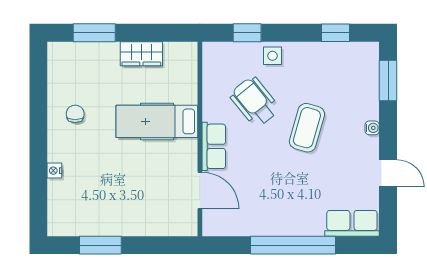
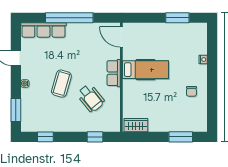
wardrobe: (141, 54) -> (136, 125), moved
side table: (272, 56) -> (81, 124), removed
hospital bed: (157, 121) -> (146, 70), moved
door: (200, 191) -> (121, 37), moved
row of seats: (352, 223) -> (43, 30), width x1.48

